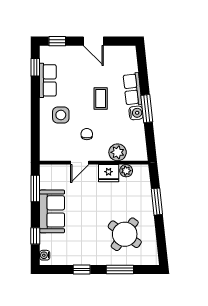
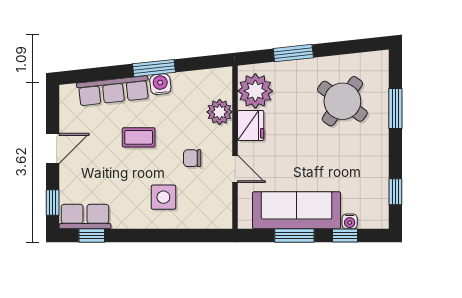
row of seats: (48, 80) -> (85, 217), moved
row of seats: (133, 89) -> (113, 91), width x1.48
plant: (126, 171) -> (255, 91), width x1.88, depth x1.88
window: (35, 189) -> (294, 235), moved
sofa: (52, 211) -> (297, 210), width x1.36
water cooler: (45, 255) -> (350, 221), moved
window: (82, 270) -> (395, 192), moved

